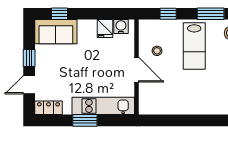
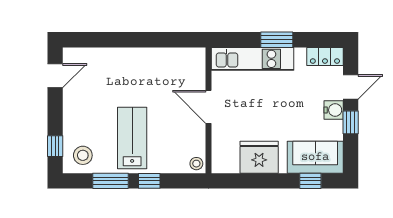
window: (168, 14) -> (149, 181), moved
water cooler: (121, 27) -> (334, 110), moved, turned -90
fridge: (105, 29) -> (259, 157), width x1.88, depth x1.34
stool: (157, 51) -> (196, 164), moved

